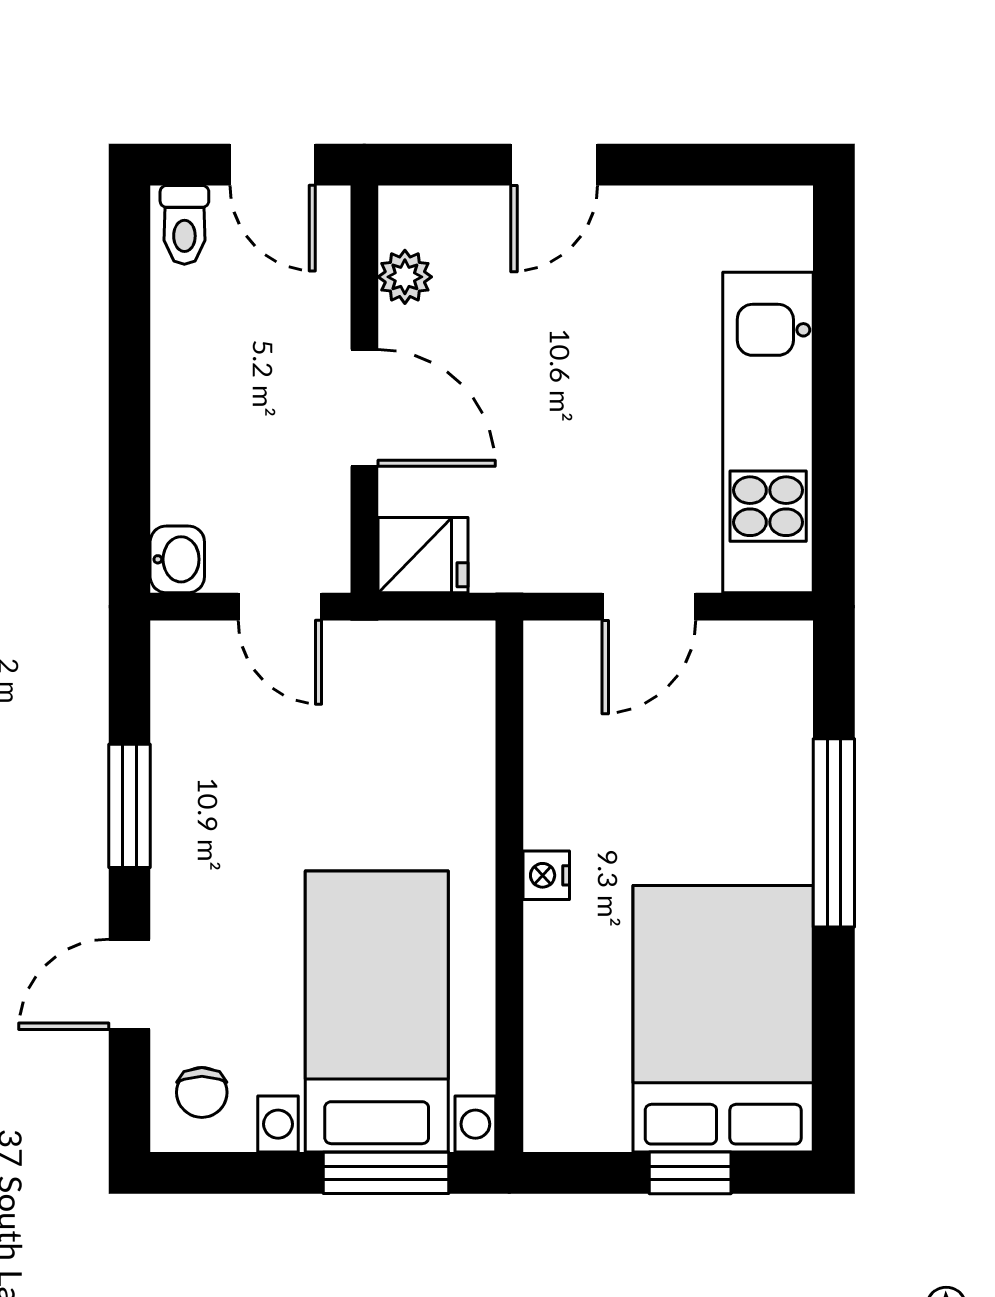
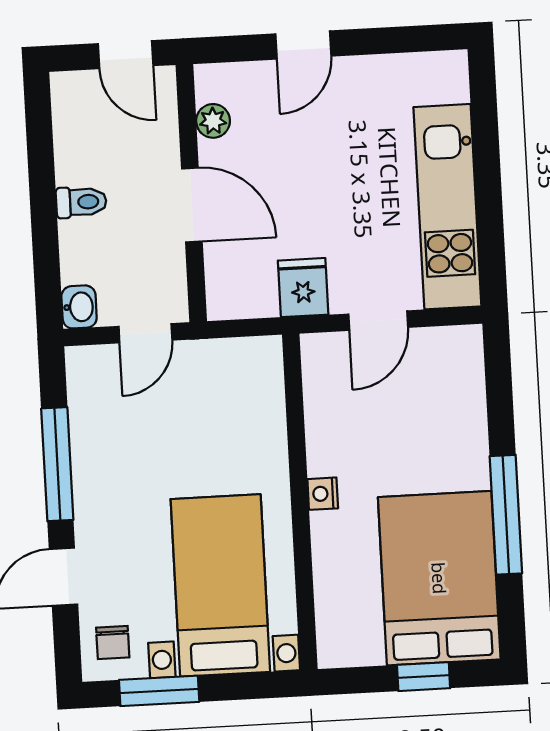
toilet: (184, 225) -> (81, 202), moved, turned -90
fridge: (423, 555) -> (303, 288), moved, turned -90
door: (280, 607) -> (145, 333), hinge flipped
window: (130, 806) -> (57, 464), width x1.44
window: (834, 833) -> (506, 515), moved
window: (386, 1173) -> (159, 691), moved

